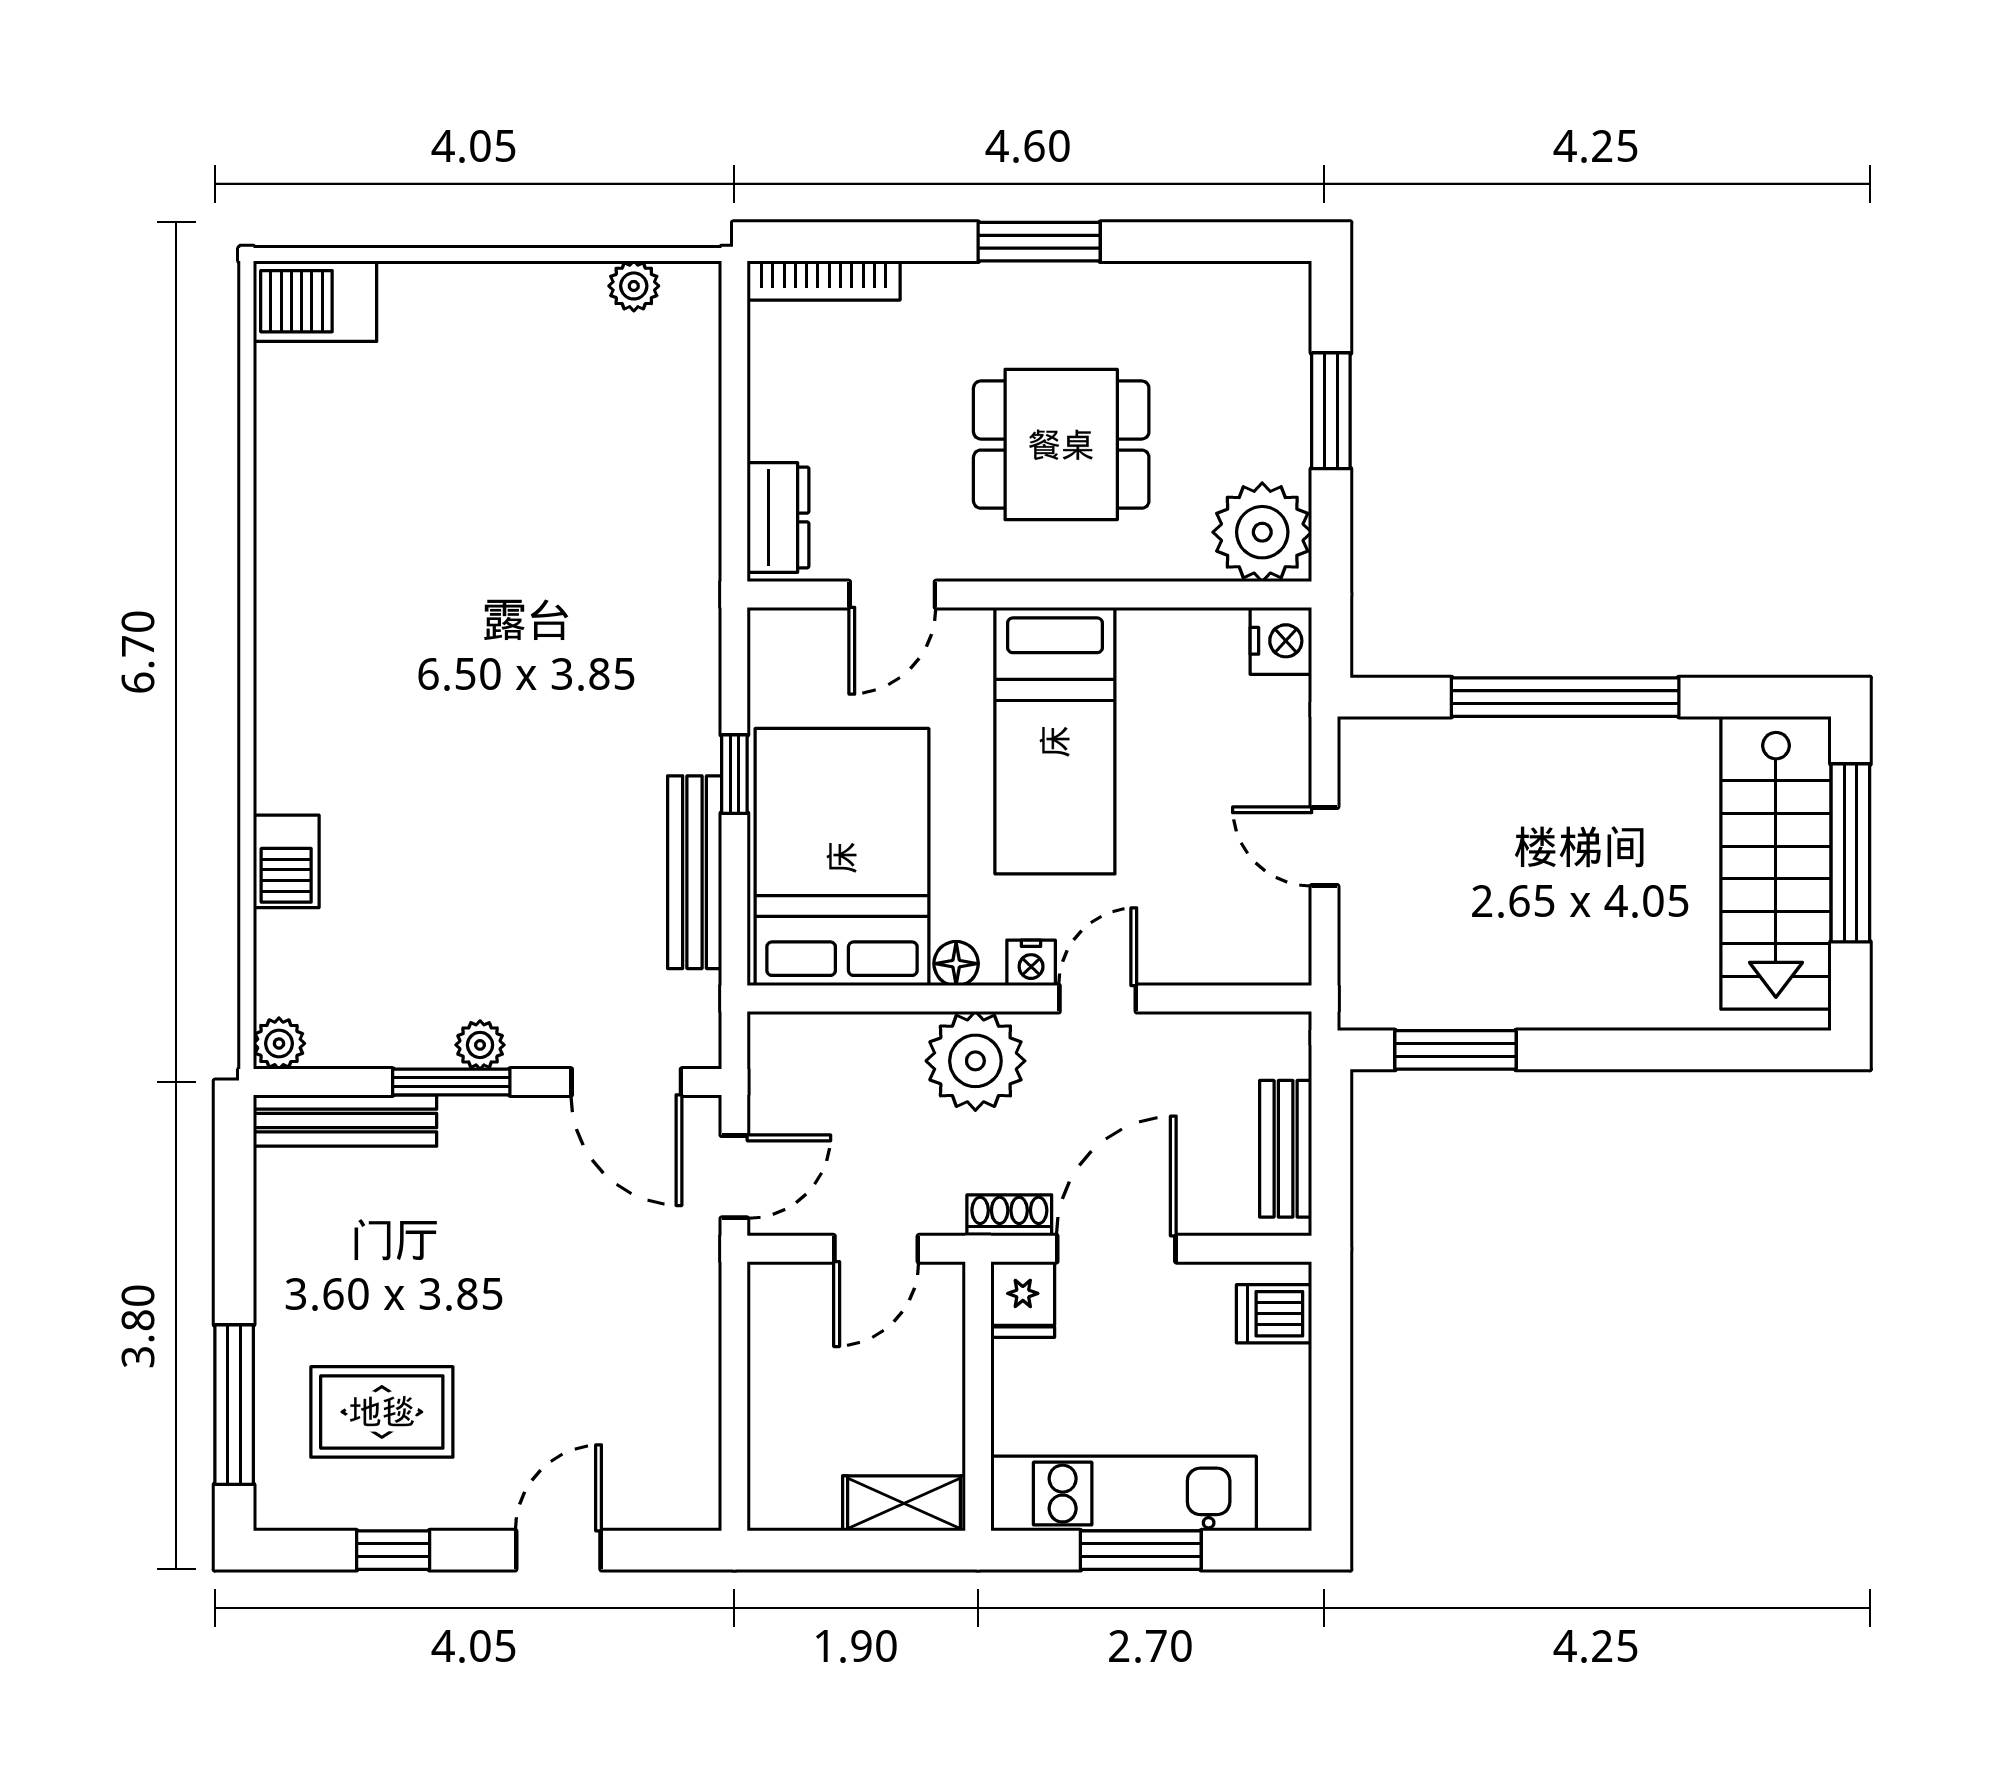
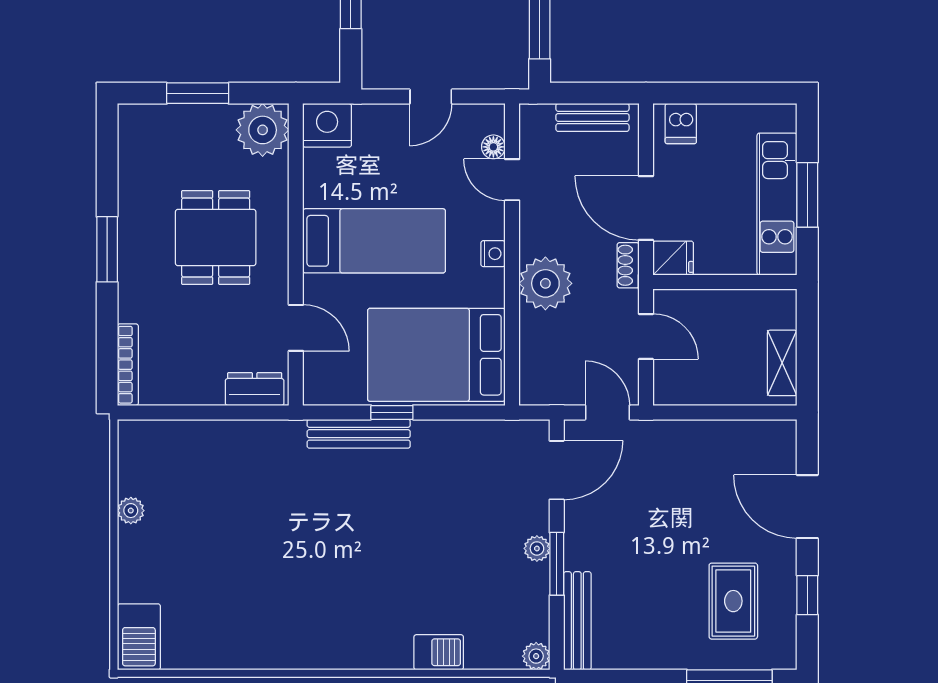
plant: (634, 286) -> (131, 511), moved
nightstand: (1281, 641) -> (327, 125), width x1.36, depth x1.33
bench: (695, 872) -> (359, 434), moved
floor lamp: (956, 964) -> (493, 147), moved
door: (1098, 999) -> (512, 180), moved
shelving: (904, 1503) -> (782, 363), moved
door: (558, 1550) -> (807, 507), width x1.38

